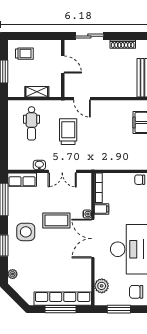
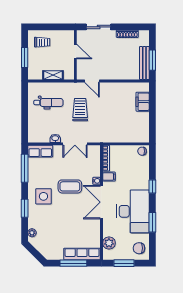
dental chair: (31, 123) -> (48, 102), turned -90
row of seats: (63, 299) -> (82, 254), width x0.73

